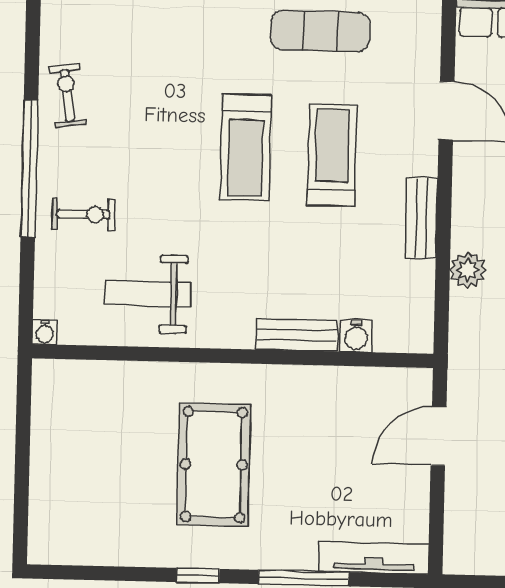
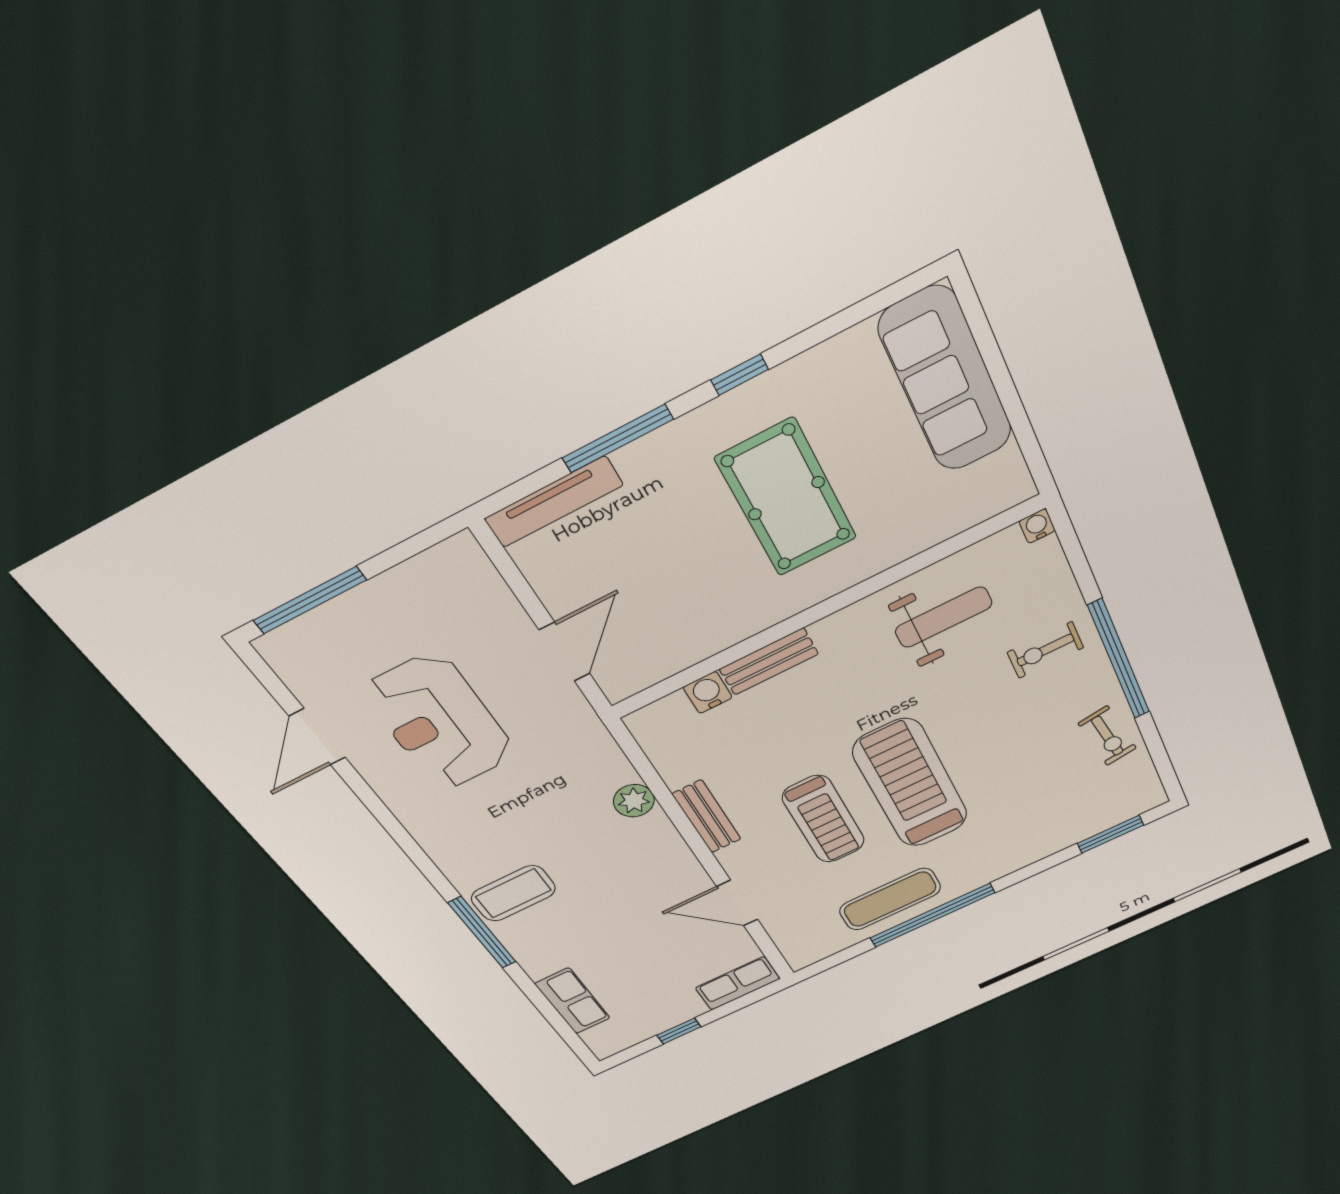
treadmill: (246, 147) -> (911, 784), width x1.37, depth x1.38
sofa: (61, 490) -> (946, 380), added

